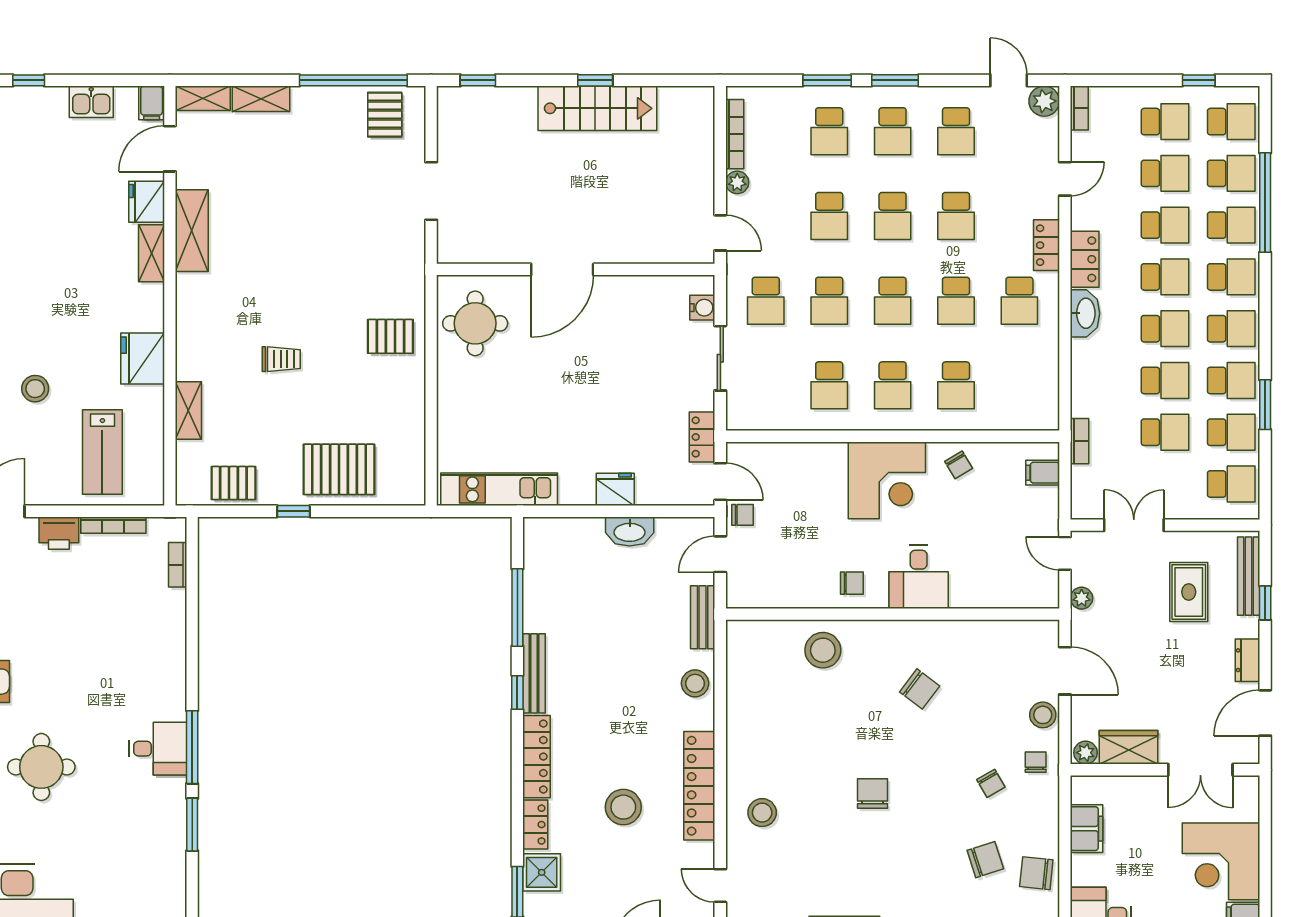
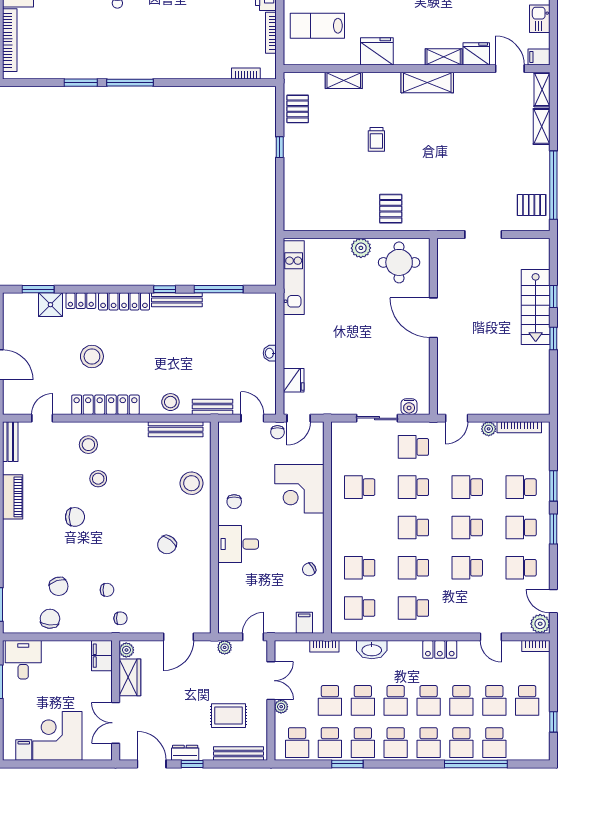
window: (478, 80) -> (553, 297), moved
door: (1009, 80) -> (553, 601), swing flipped
stairs: (597, 108) -> (536, 307), moved
school desk: (1231, 122) -> (527, 743), removed
shelving: (192, 231) -> (427, 83), moved
locker: (1047, 245) -> (449, 625), removed
washbasin: (1085, 313) -> (372, 650), moved
plant: (452, 383) -> (361, 248), added
school desk: (893, 385) -> (360, 608), moved
locker: (702, 437) -> (327, 406), removed
pallet: (339, 469) -> (306, 176), removed
corner desk: (887, 480) -> (299, 489), moved
fridge: (615, 489) -> (294, 380), moved
plant: (1175, 509) -> (281, 707), added
washbasin: (630, 531) -> (270, 353), width x0.52, depth x0.69
window: (1265, 603) -> (192, 764), moved
bench: (738, 675) -> (176, 429), added
stool: (1043, 715) -> (98, 479), moved
desk: (158, 749) -> (129, 61), removed
chair: (991, 783) -> (107, 590), turned -150
chair: (872, 793) -> (75, 517), moved
filing cabinet: (1087, 829) -> (102, 656), moved, turned 90

